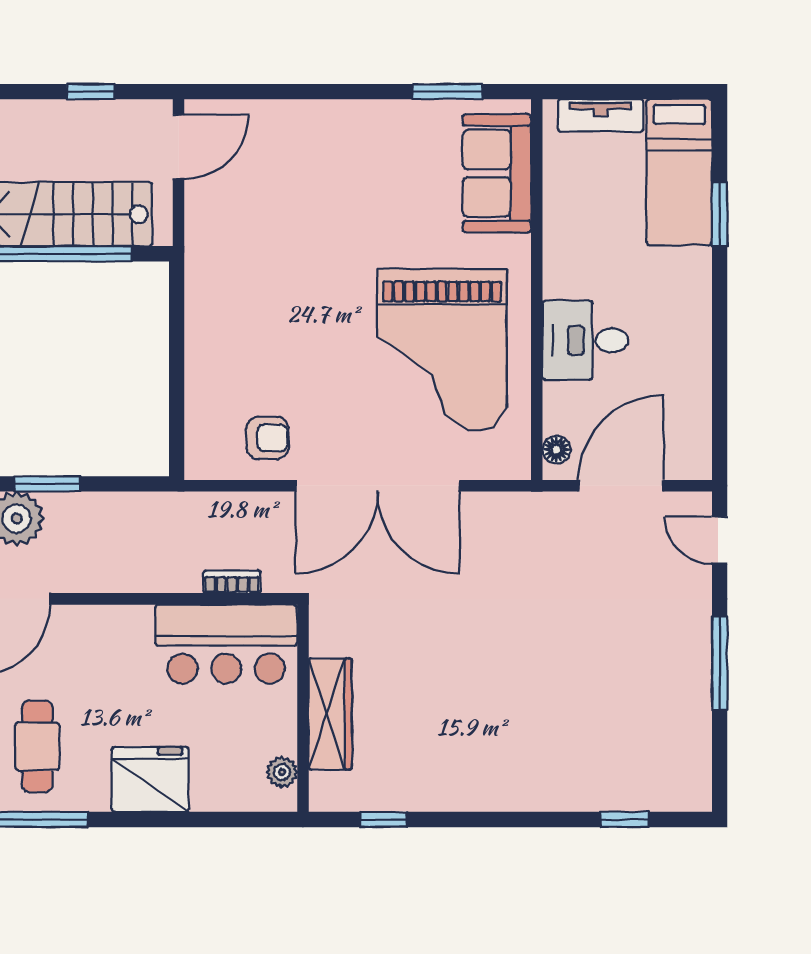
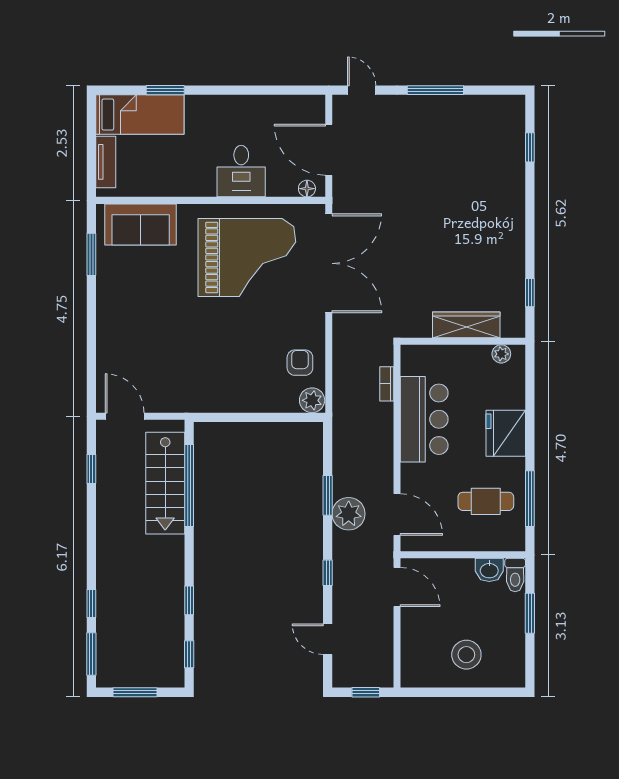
plant: (205, 458) -> (312, 400), added
double door: (378, 486) -> (329, 263), moved
door: (720, 540) -> (362, 90), swing flipped
bar counter: (226, 644) -> (424, 419), moved

